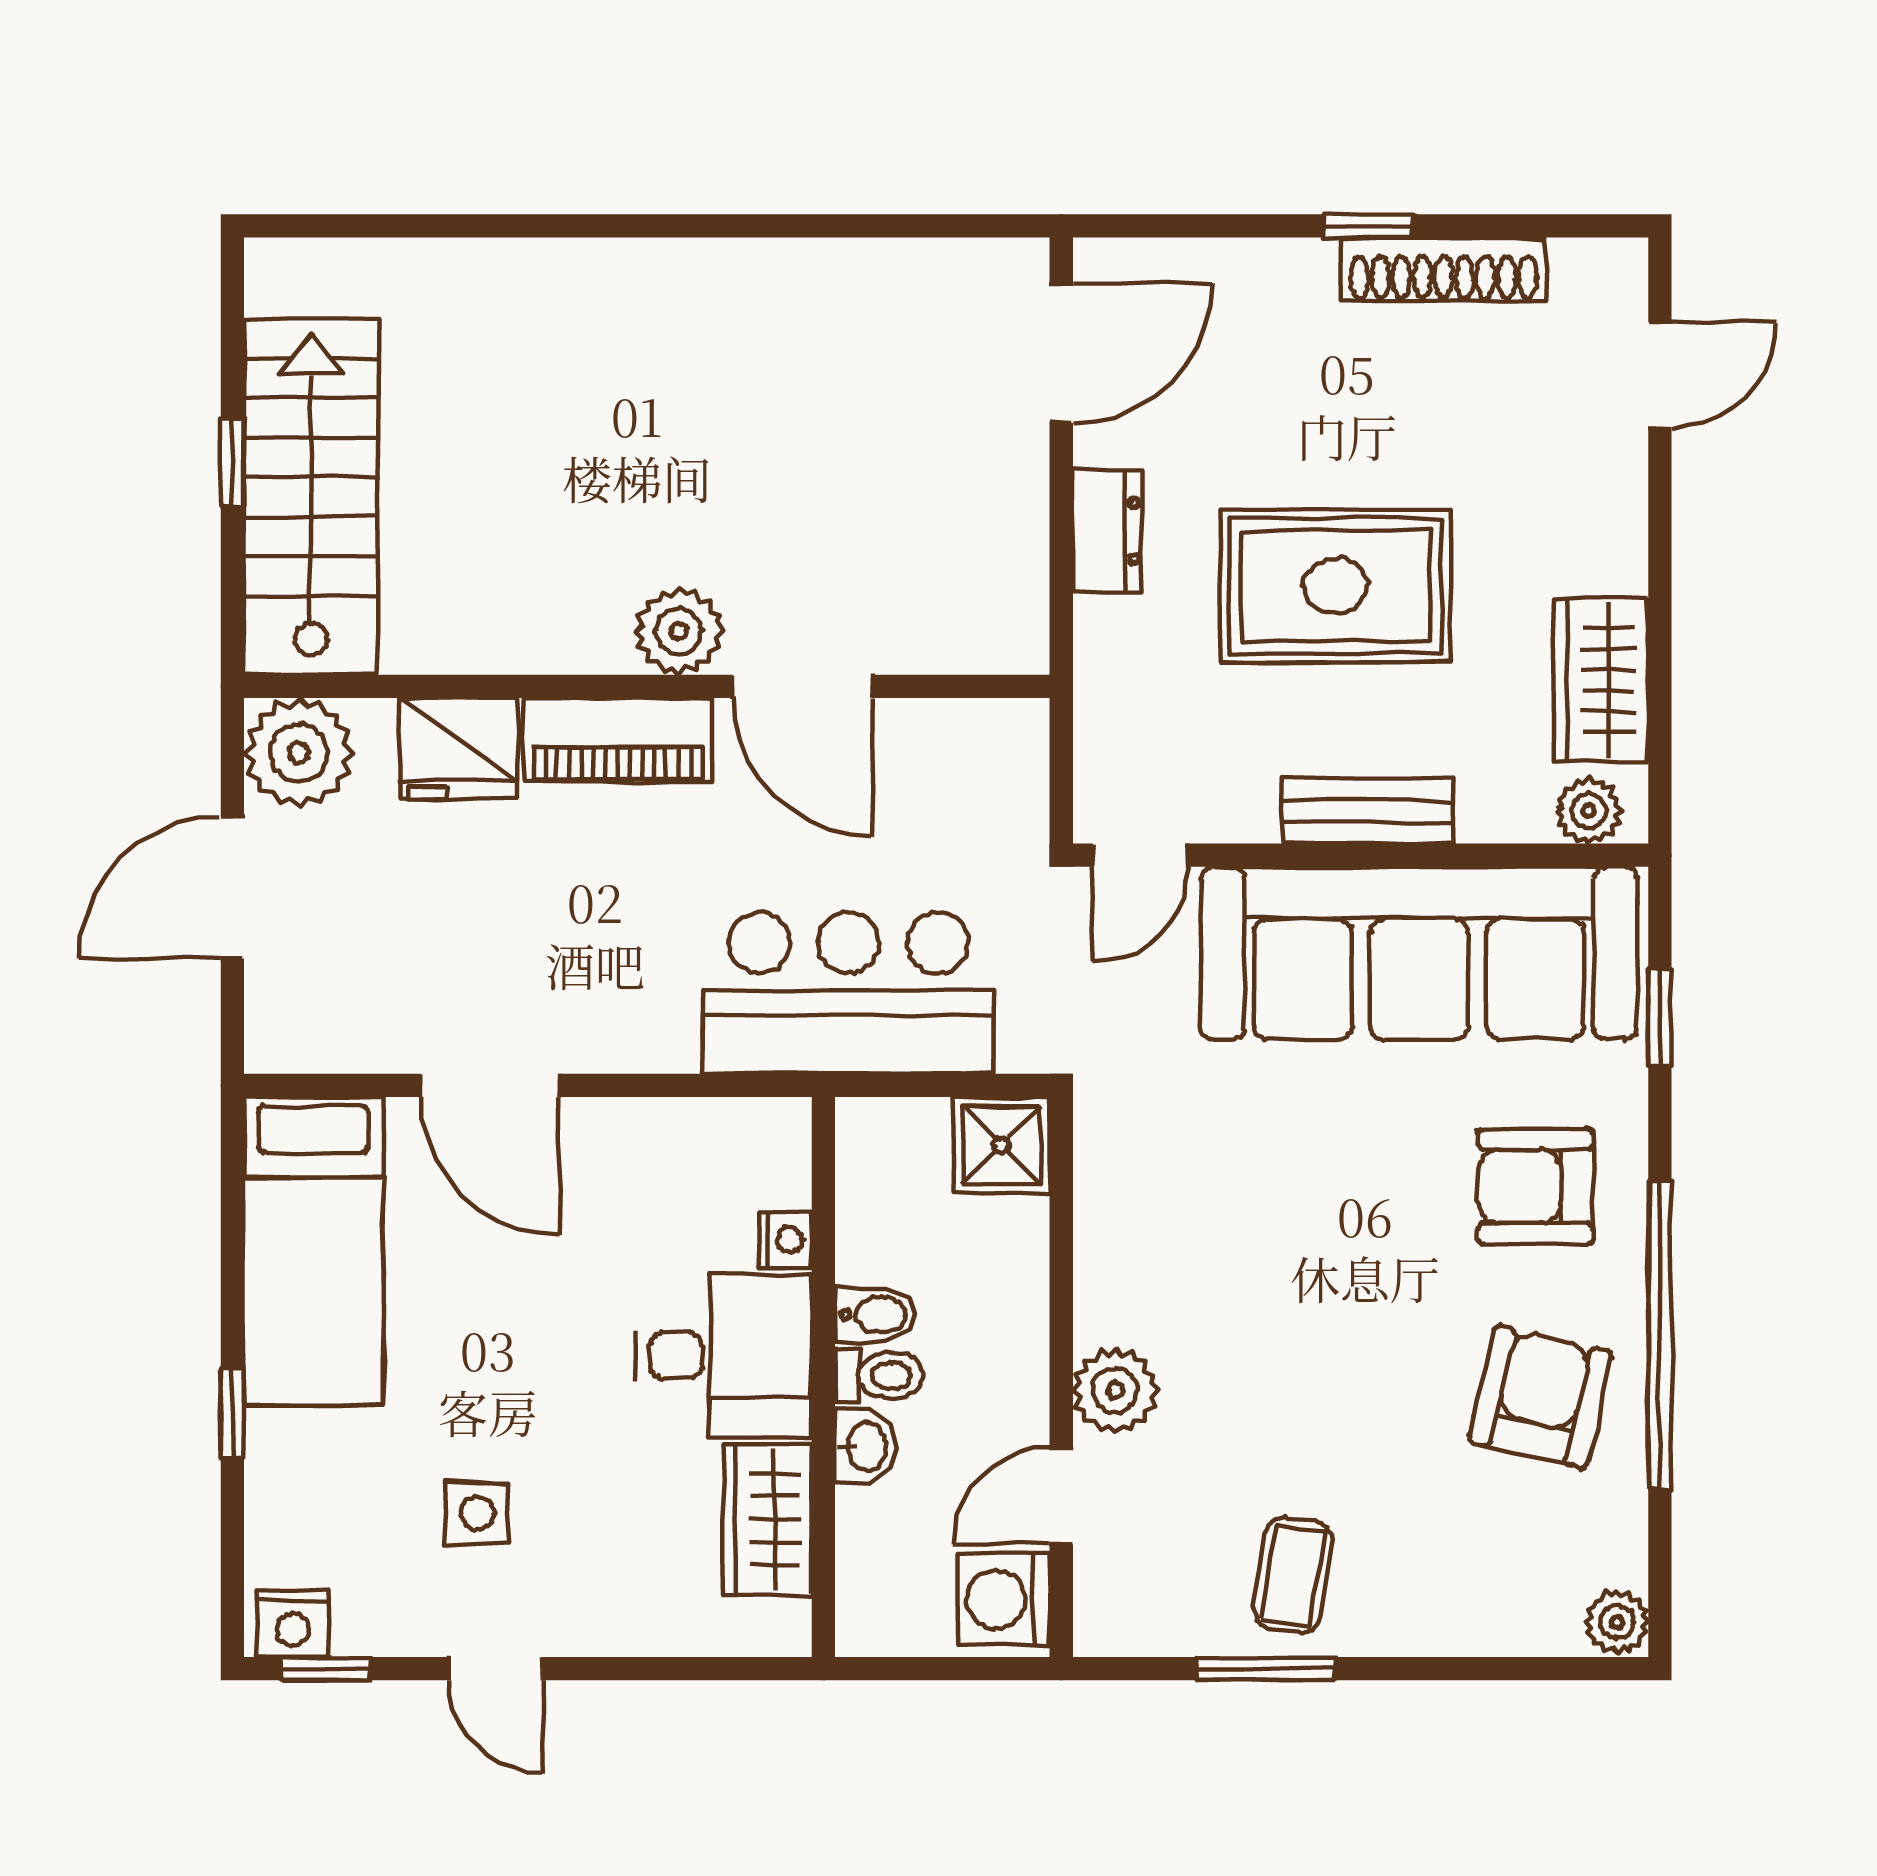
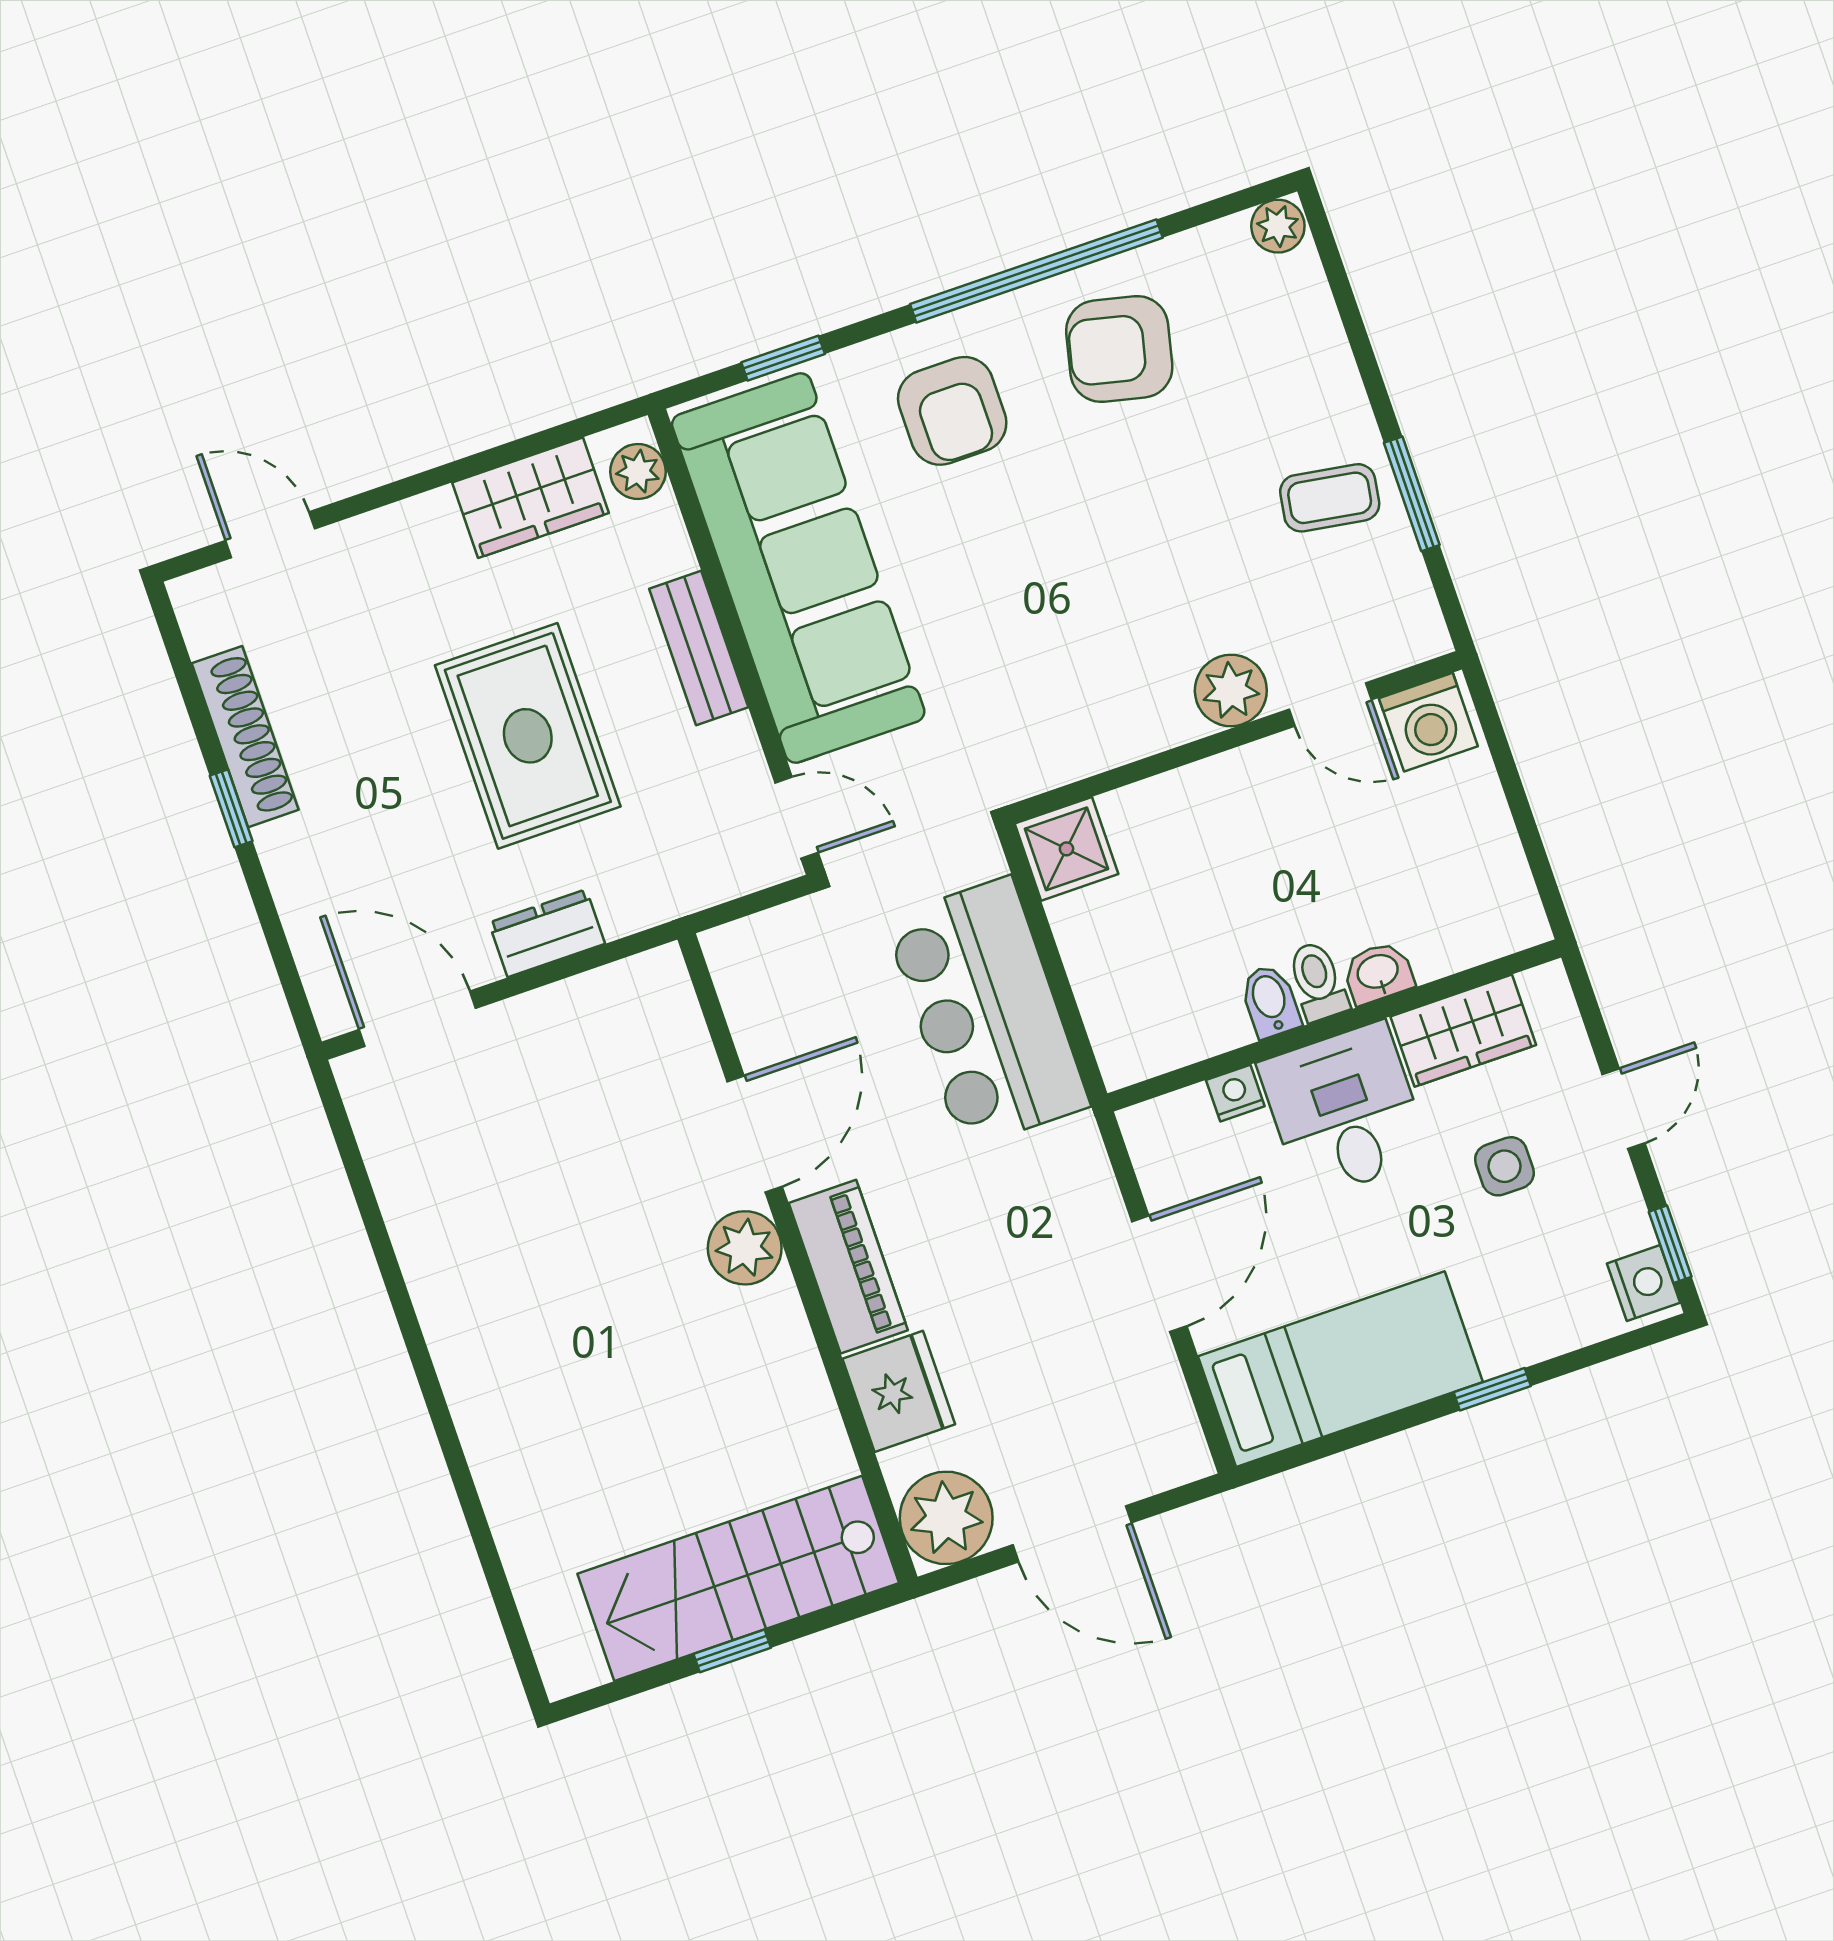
nightstand: (786, 1240) -> (1235, 1093), moved
bidet: (875, 1315) -> (1270, 1001), moved
desk: (724, 1356) -> (1344, 1111), moved
toilet: (879, 1375) -> (1318, 981), moved
wall: (823, 1377) -> (1334, 1025), moved
washbasin: (865, 1446) -> (1378, 973), moved
wardrobe: (768, 1519) -> (1463, 1031), moved

